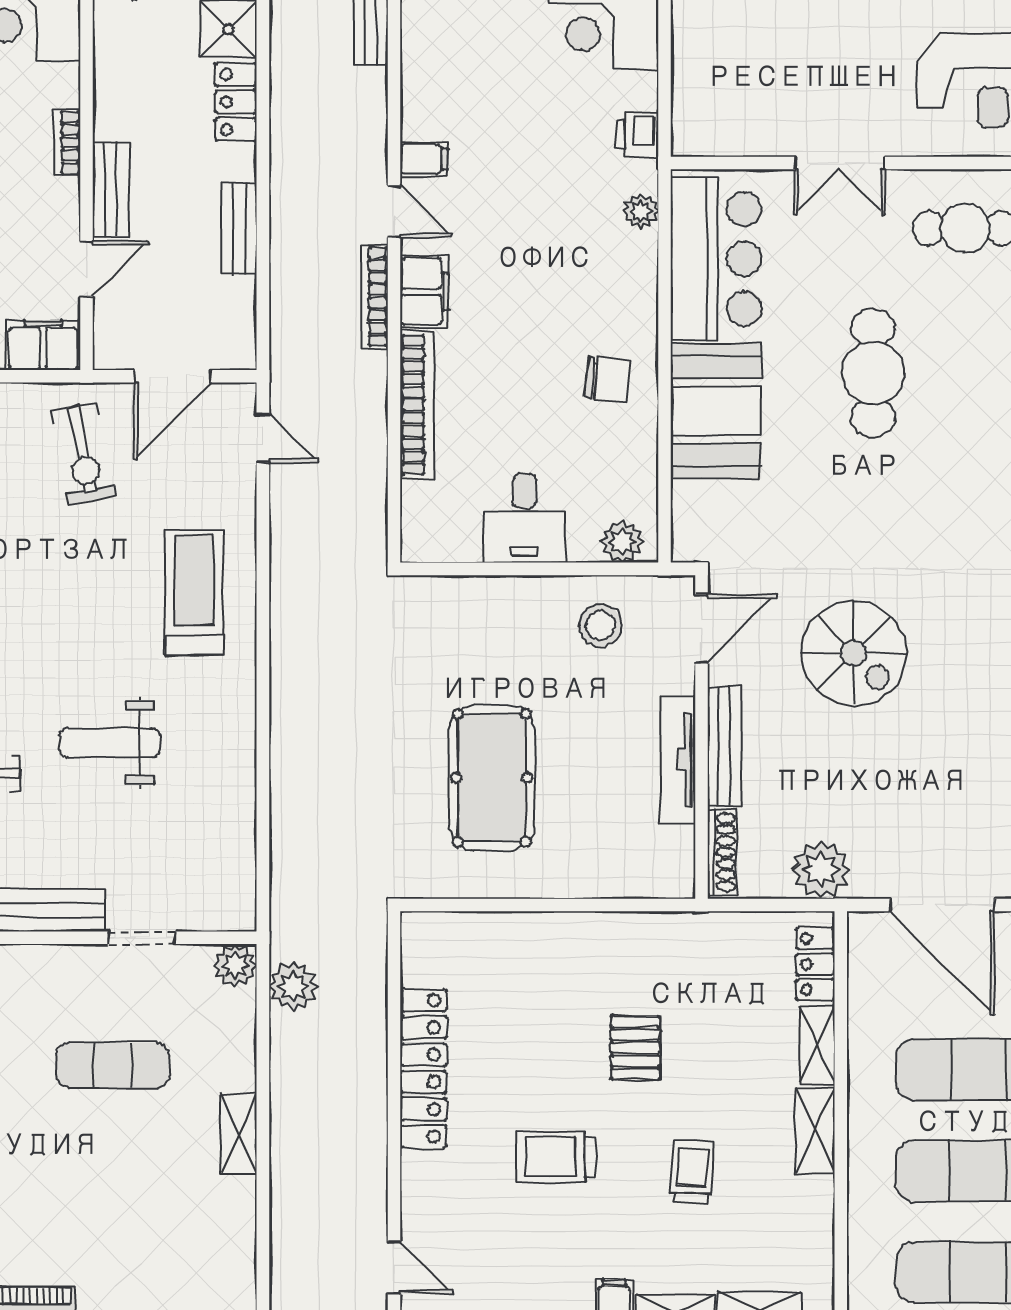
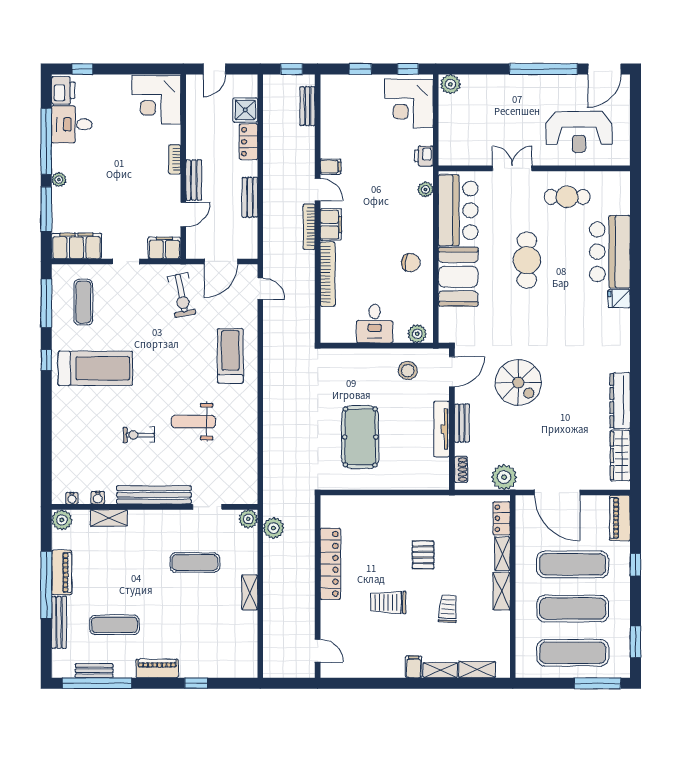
double door: (839, 163) -> (512, 168), swing flipped
bench: (724, 746) -> (462, 423), width x0.73
shoe rack: (722, 852) -> (461, 469), width x0.70

